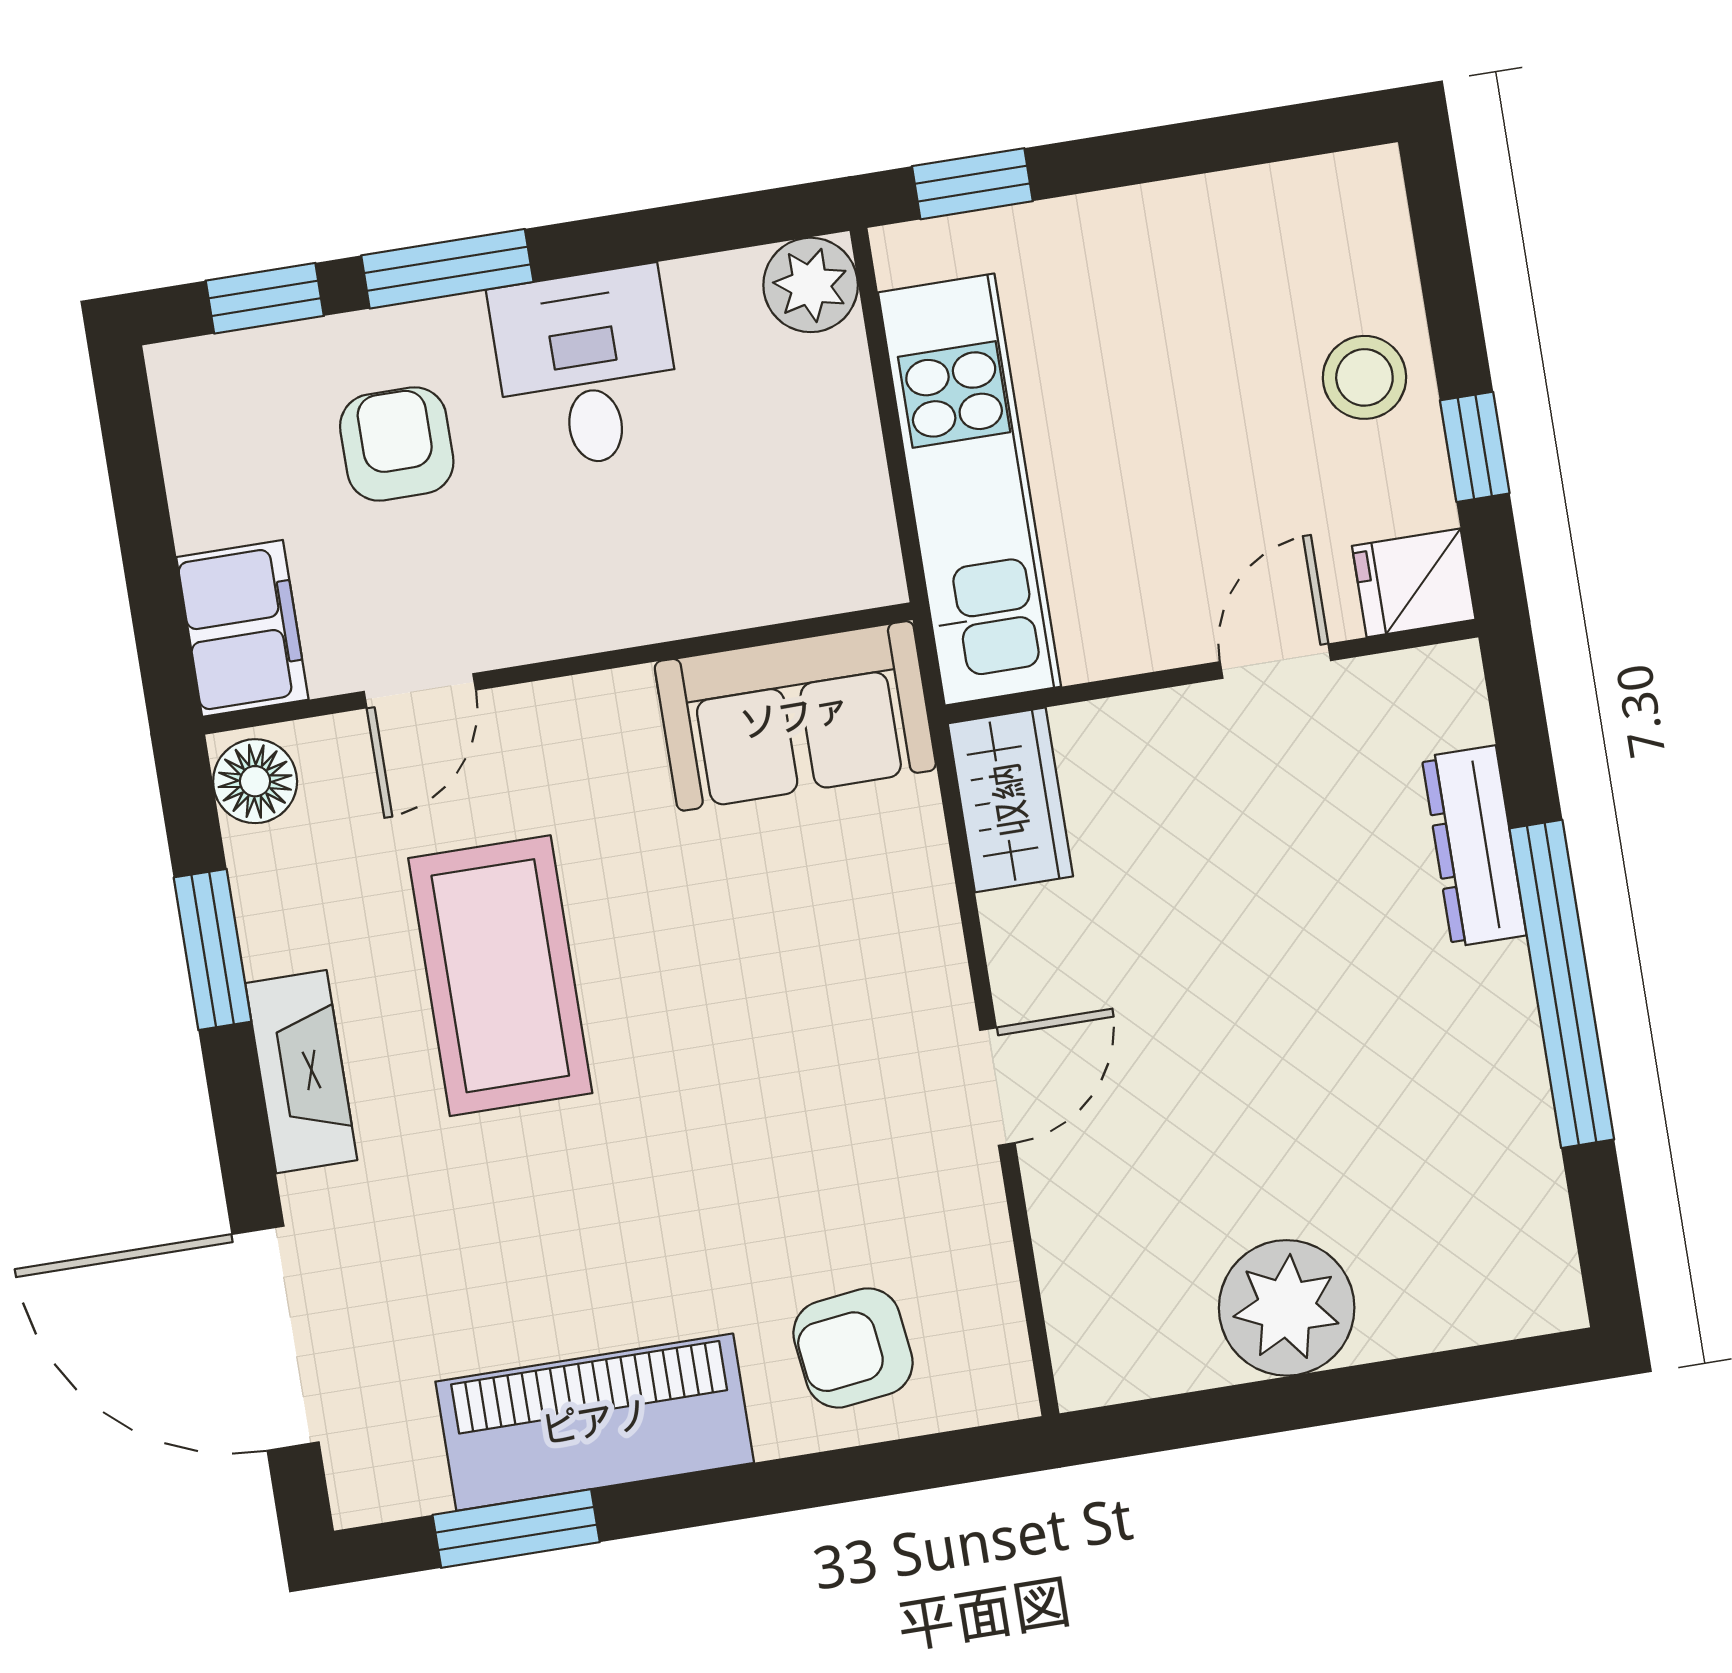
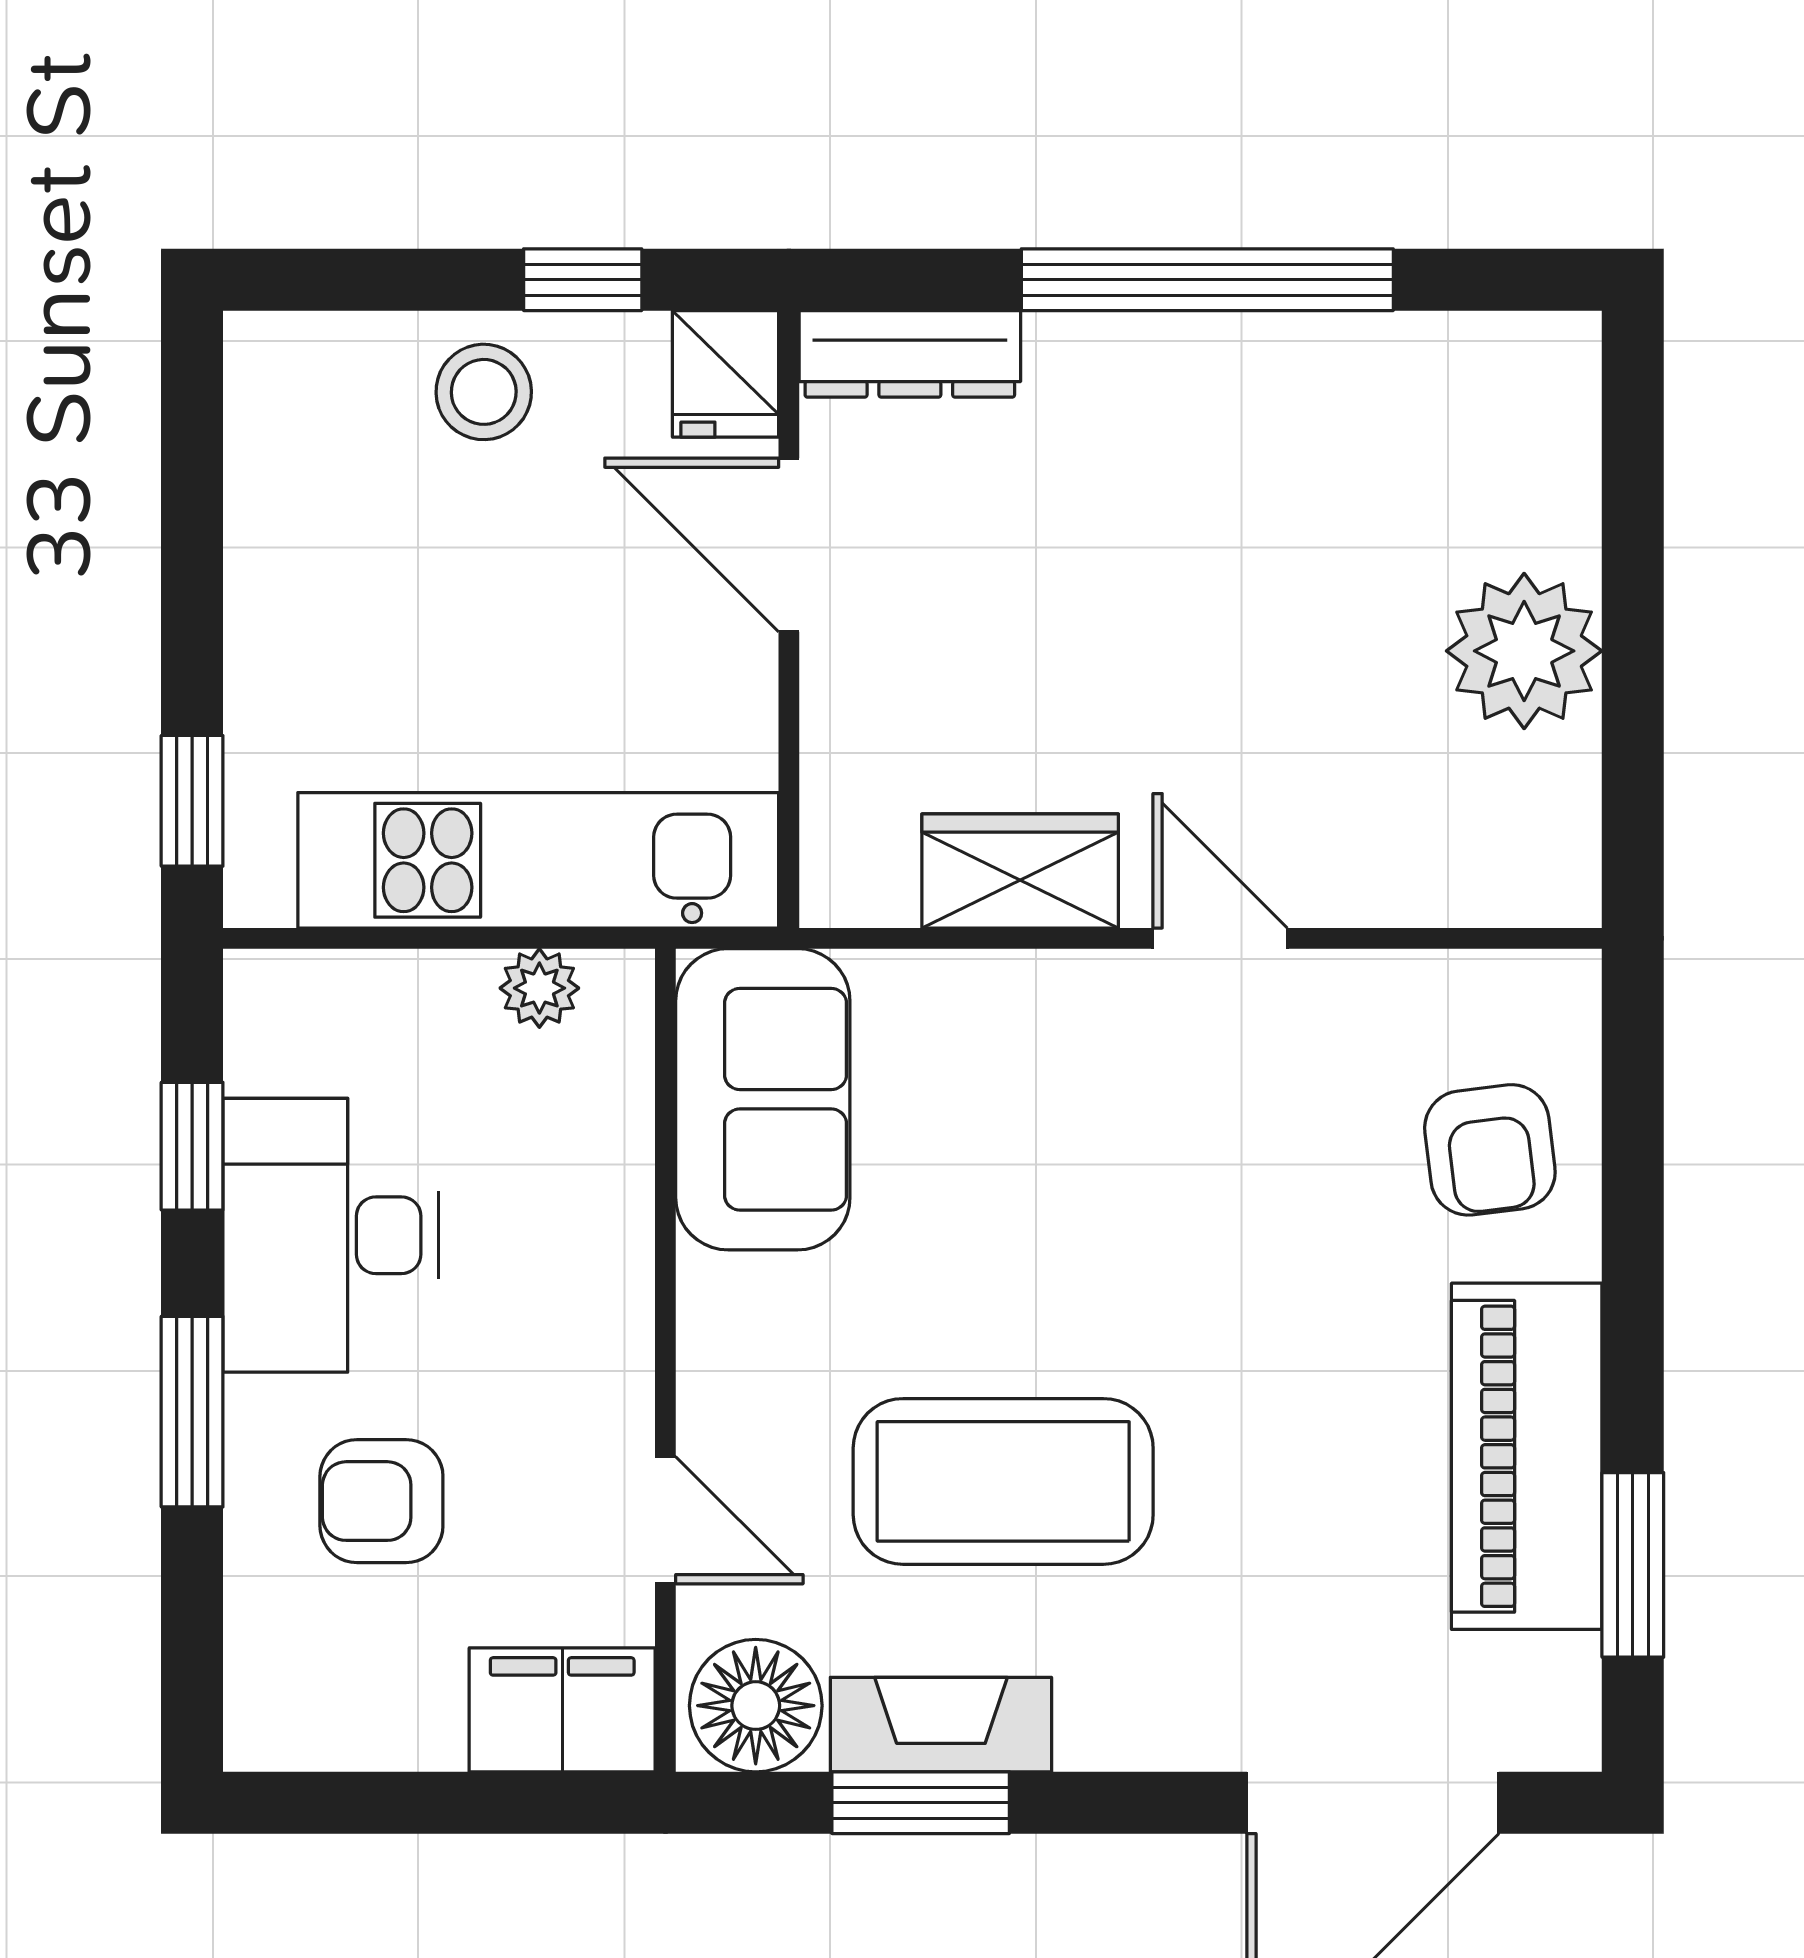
plant: (811, 285) -> (539, 988), moved, width x0.73, depth x0.73
window: (265, 298) -> (192, 1146), moved
desk: (586, 368) -> (331, 1235), width x1.37
door: (1275, 661) -> (789, 545), width x1.38
floor lamp: (255, 781) -> (756, 1706), width x1.38, depth x1.38
wardrobe: (1010, 800) -> (1020, 871), moved
dresser: (1474, 846) -> (910, 354), moved
fireplace: (301, 1072) -> (941, 1725), moved

